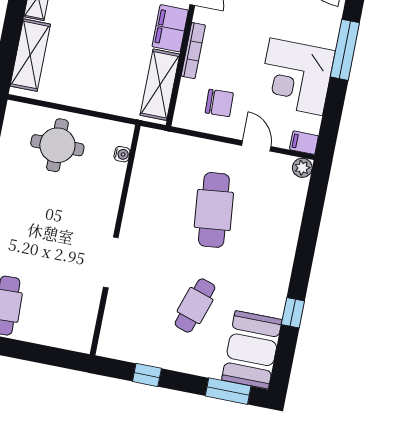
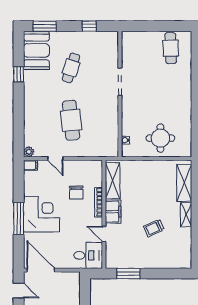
corner desk: (296, 77) -> (41, 214), moved
chair: (219, 103) -> (76, 193), moved, turned -88

